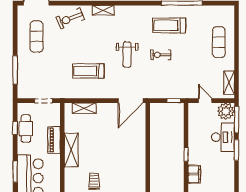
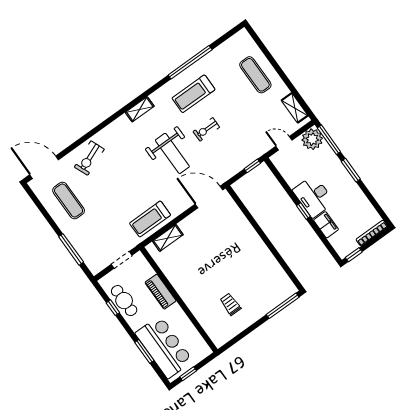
shelving: (103, 10) -> (140, 109), moved
weight bench: (127, 55) -> (172, 153), width x1.36, depth x1.33
treadmill: (88, 71) -> (150, 219), moved
door: (131, 101) -> (209, 197), swing flipped
desk: (223, 137) -> (314, 196), moved, turned 180
shelving: (71, 150) -> (185, 289), removed

